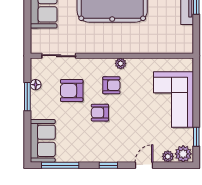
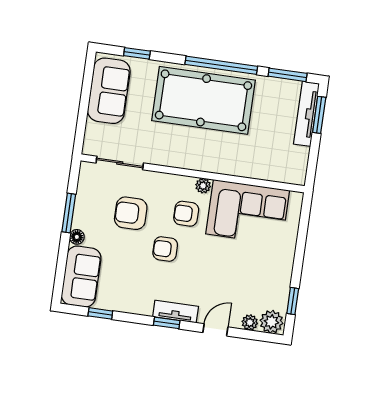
floor lamp: (36, 85) -> (77, 237), moved
armchair: (111, 85) -> (186, 214), turned 180
corner sofa: (173, 99) -> (248, 212), moved, turned -90
tv unit: (114, 156) -> (176, 312), added
window: (60, 165) -> (100, 313), width x0.46

